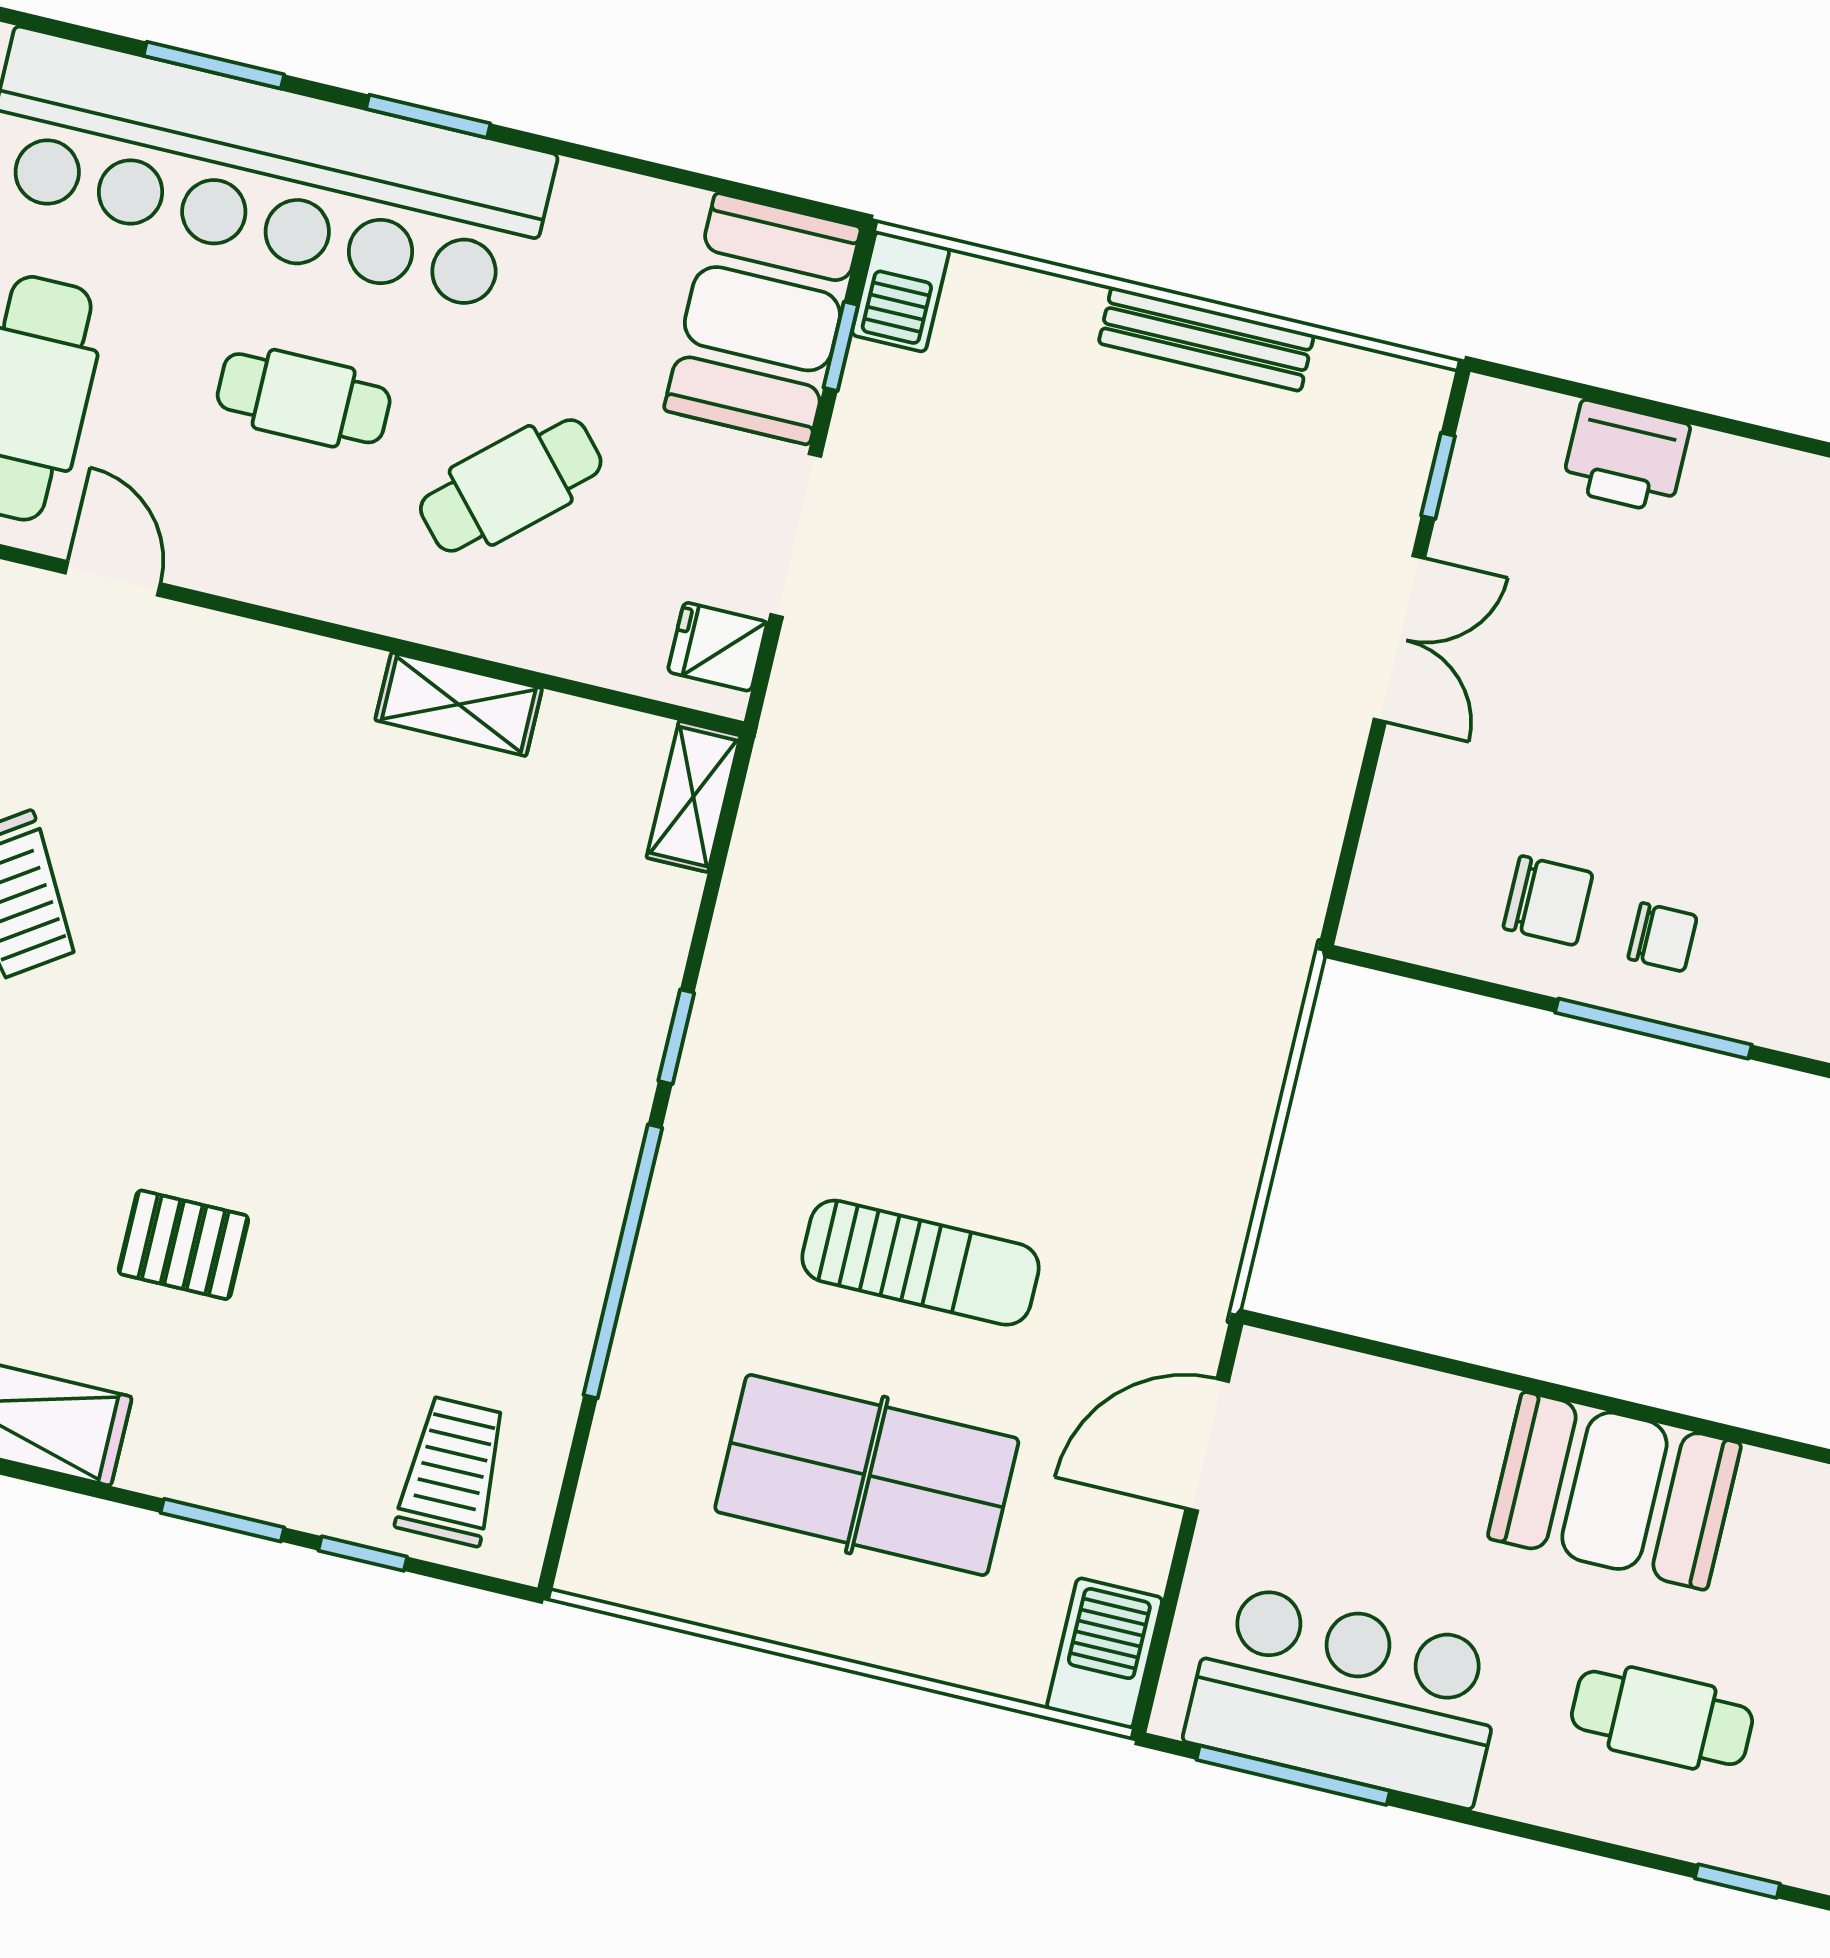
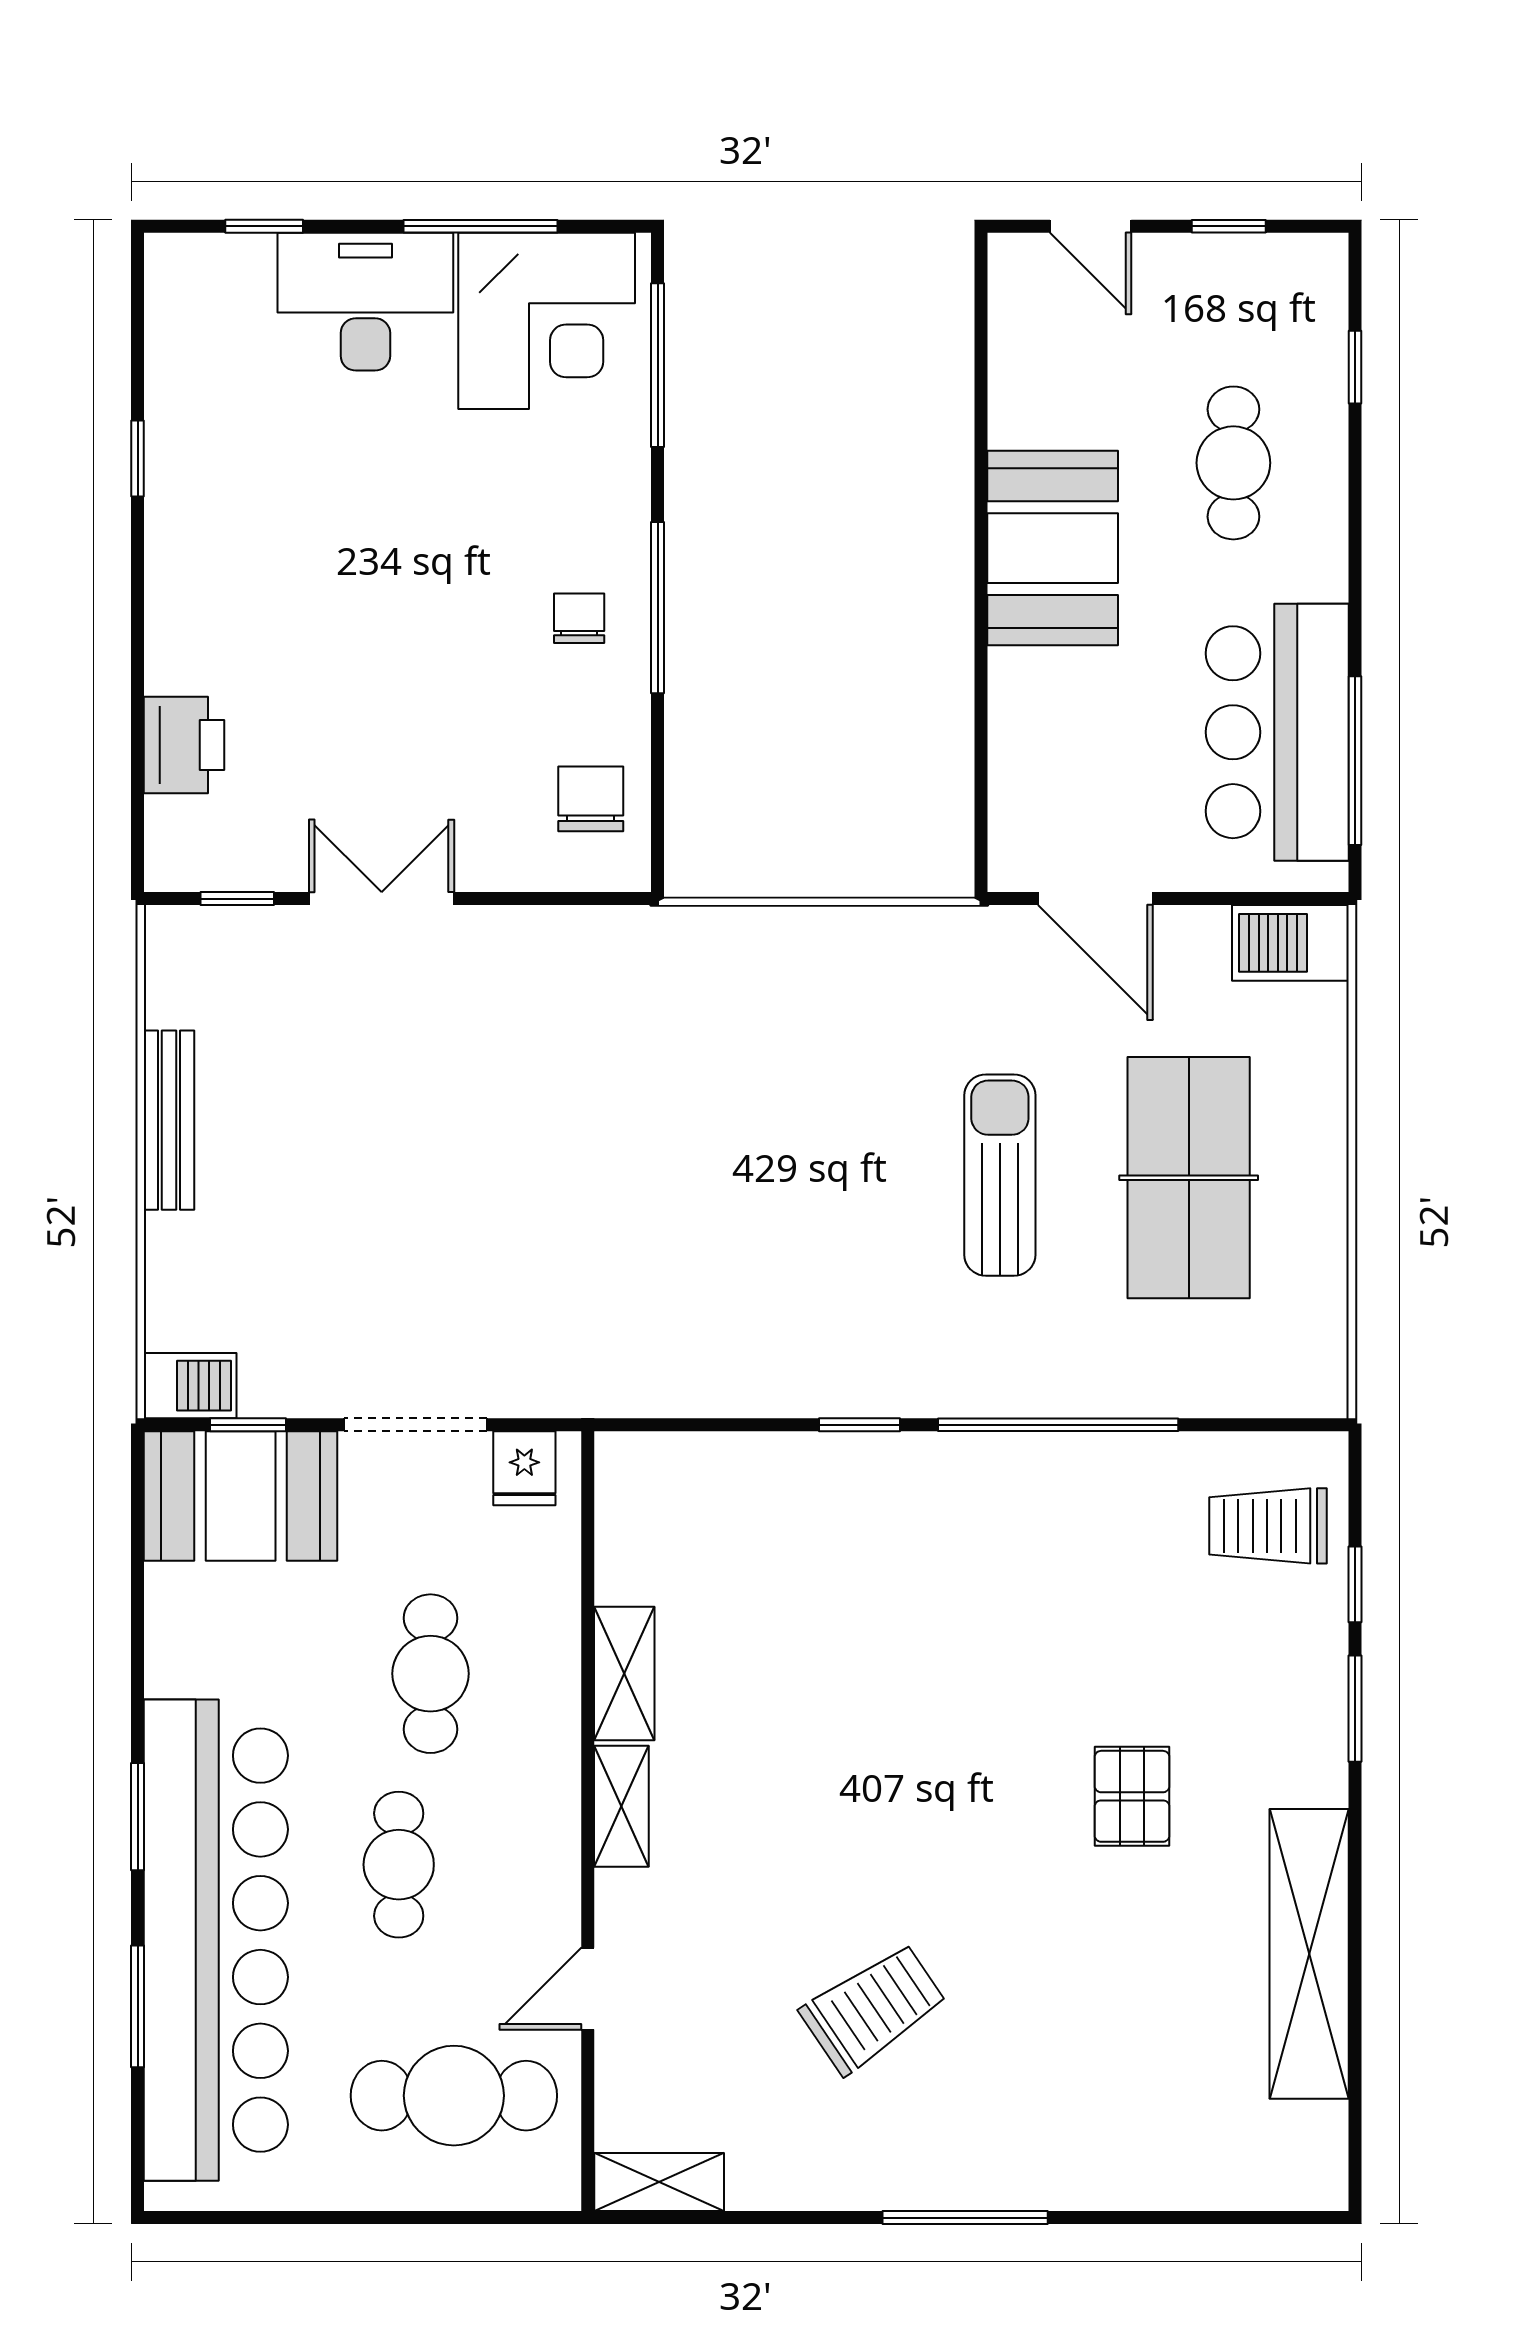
cafe table: (511, 485) -> (430, 1674), turned 42
shelving: (693, 797) -> (621, 1806), moved, turned 90
chair: (1548, 901) -> (591, 799), moved

